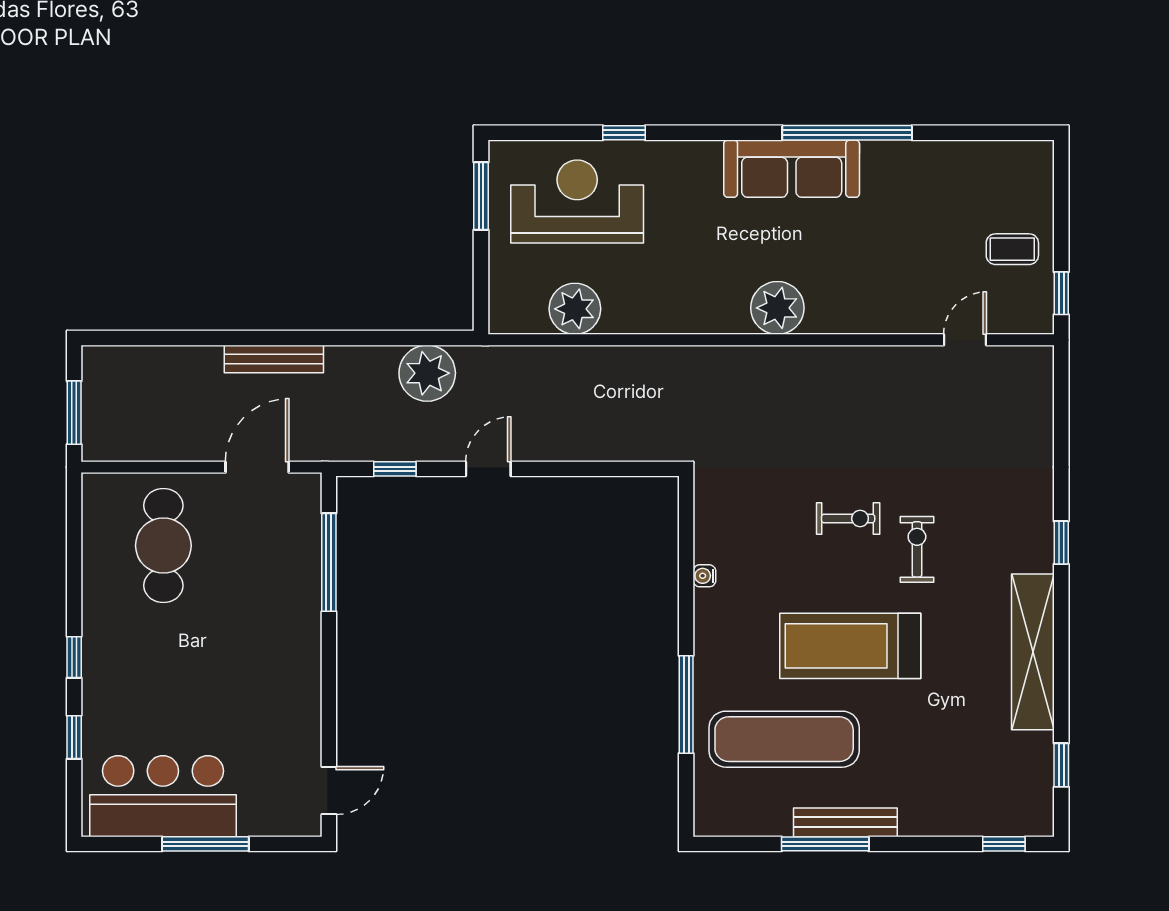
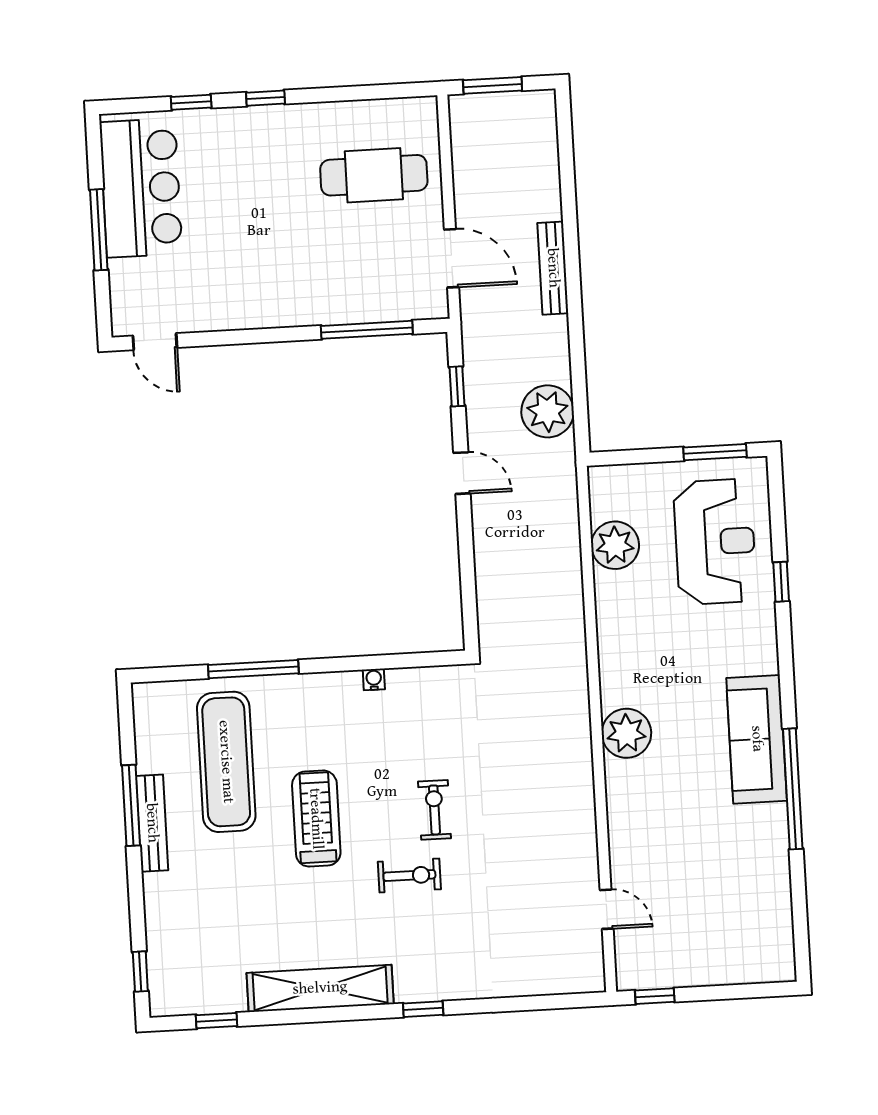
coffee table: (1012, 249) -> (693, 948), removed
exercise bike: (848, 518) -> (434, 810), turned 180
treadmill: (850, 646) -> (316, 819), width x0.73, depth x0.73

